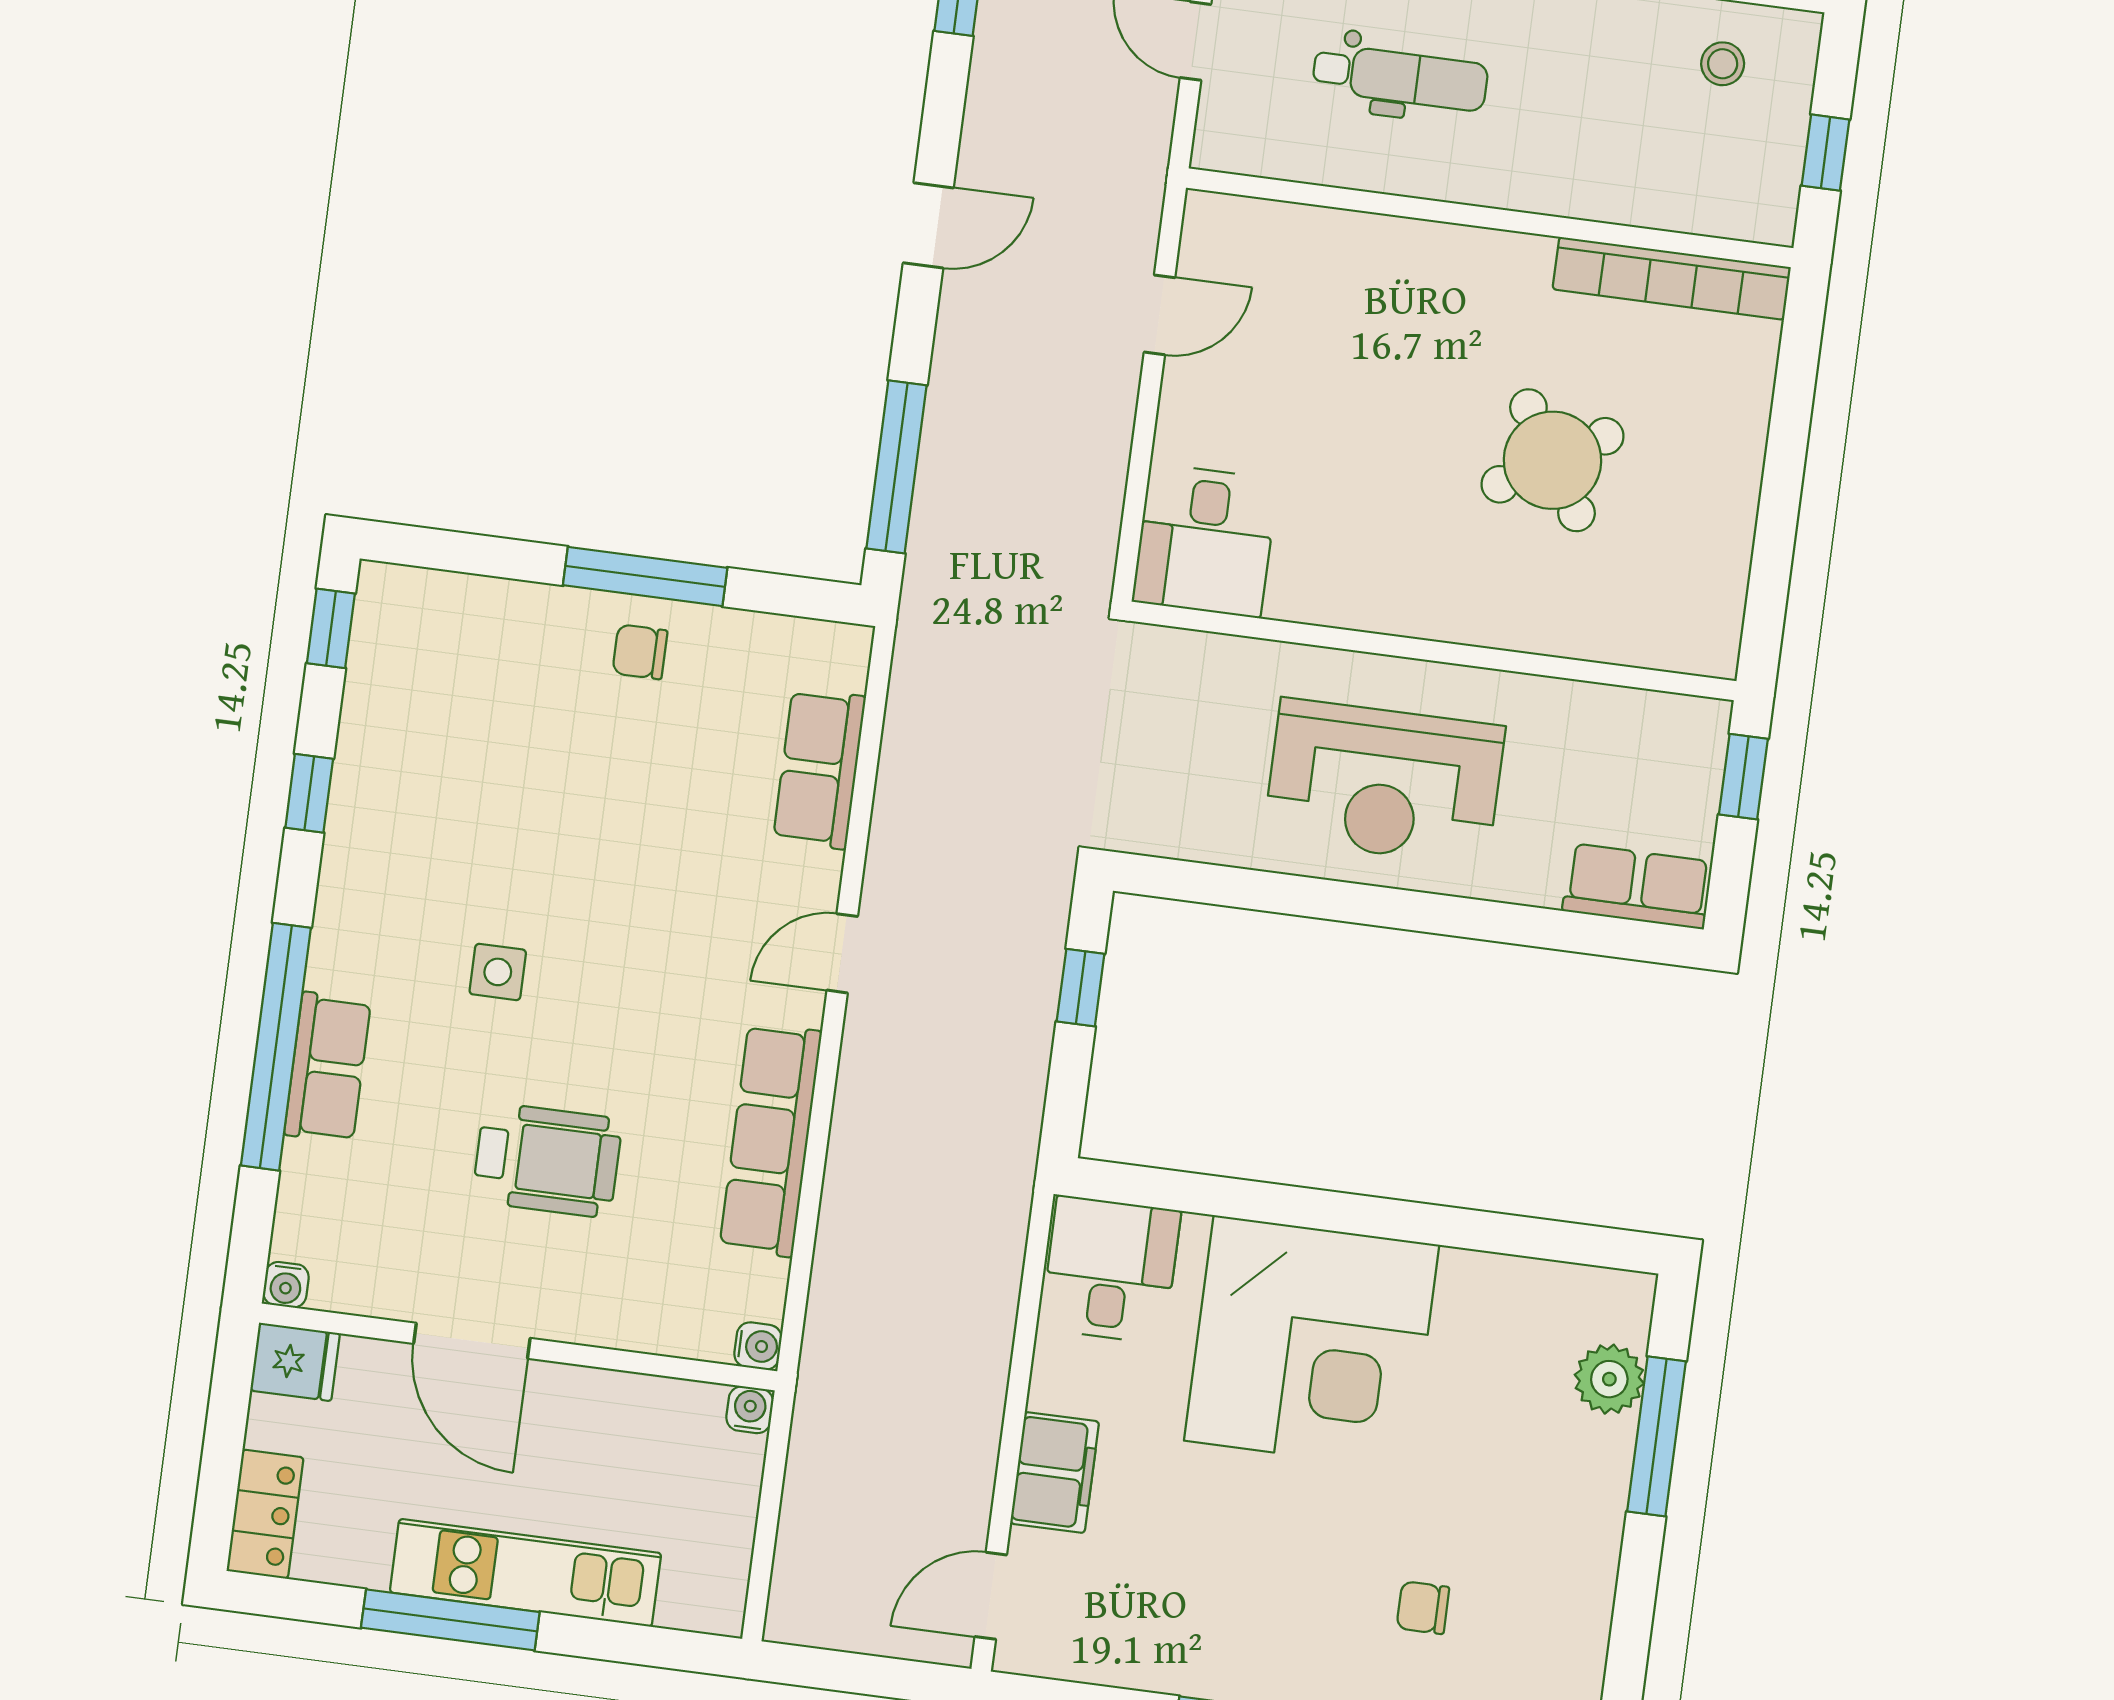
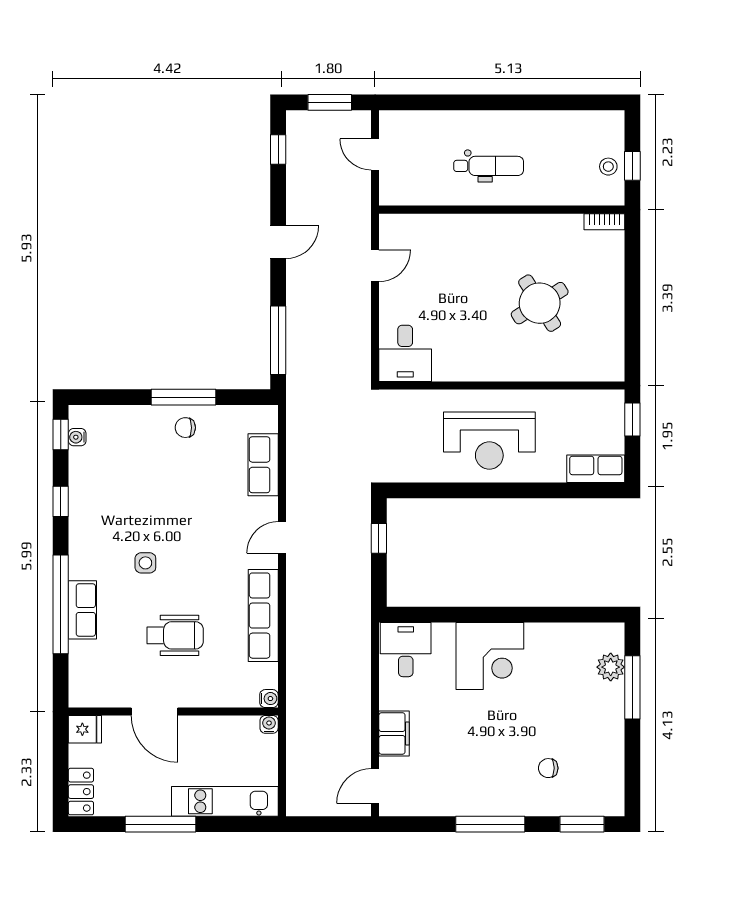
stool: (1723, 64) -> (608, 167), moved
dental chair: (1400, 77) -> (489, 166), moved
bookcase: (1672, 278) -> (604, 222), width x0.43, depth x0.76
water cooler: (286, 1285) -> (77, 437), moved, turned 90
corner desk: (1312, 1343) -> (490, 656), width x0.74, depth x0.74
kitchen unit: (525, 1573) -> (225, 801), moved

